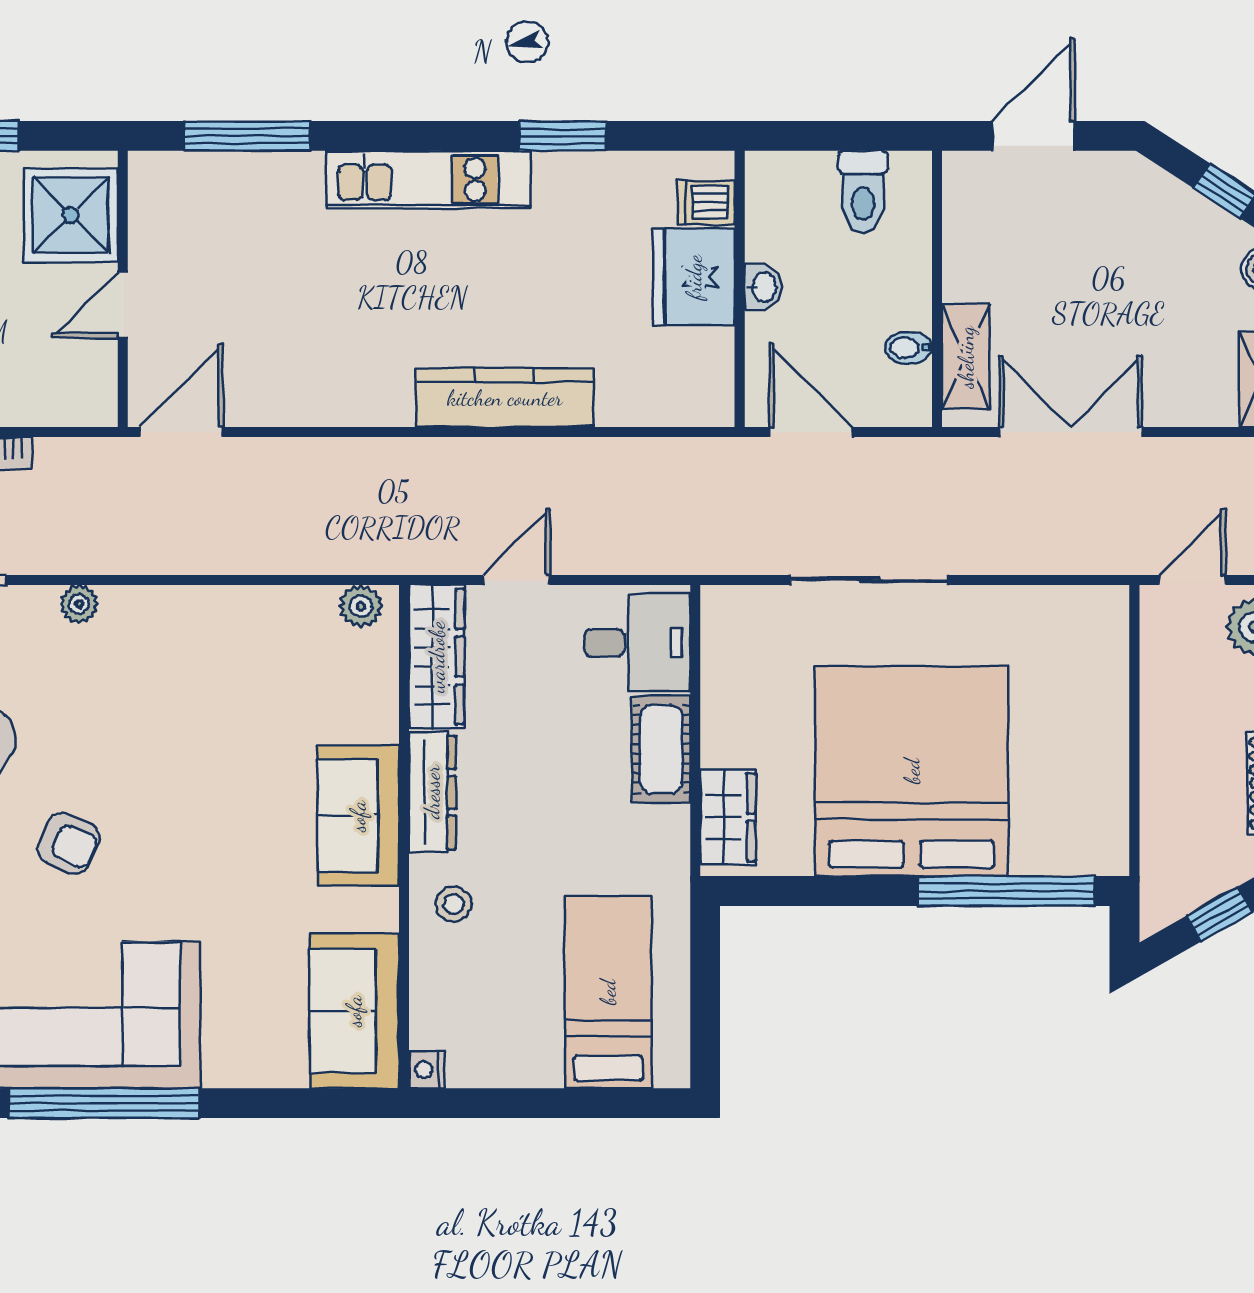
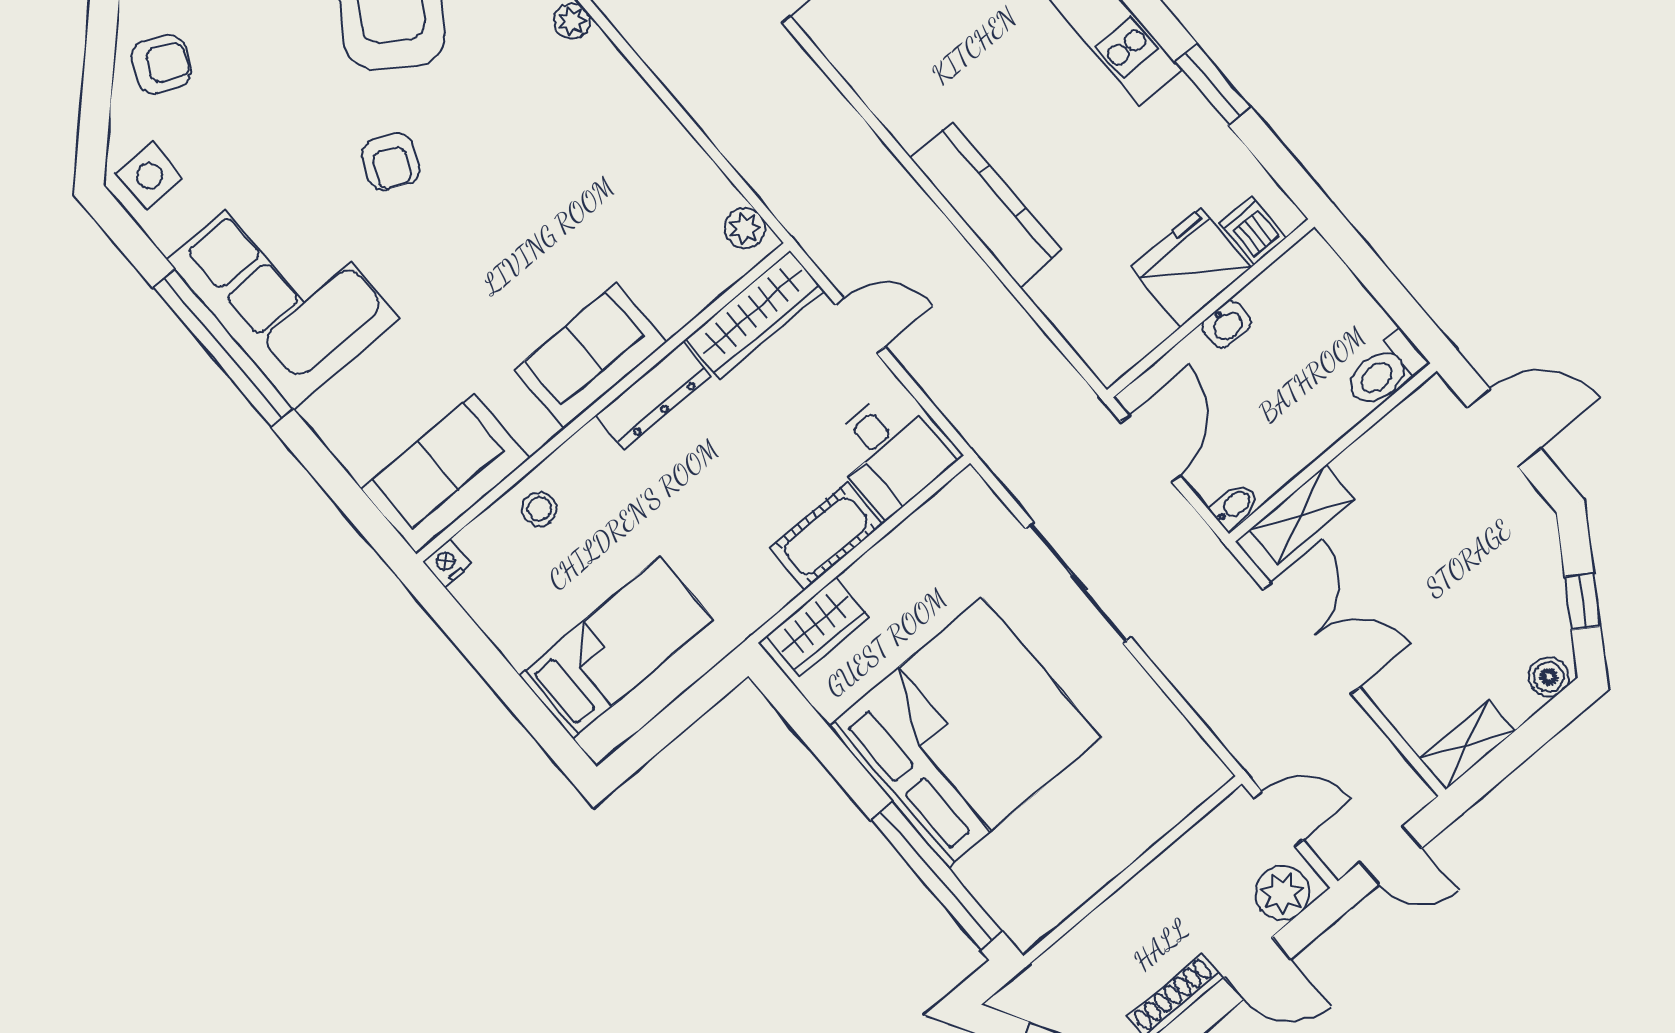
toilet: (863, 192) -> (1385, 370), moved
bidet: (908, 348) -> (1234, 506), moved, turned 90
stool: (454, 904) -> (539, 509), moved

